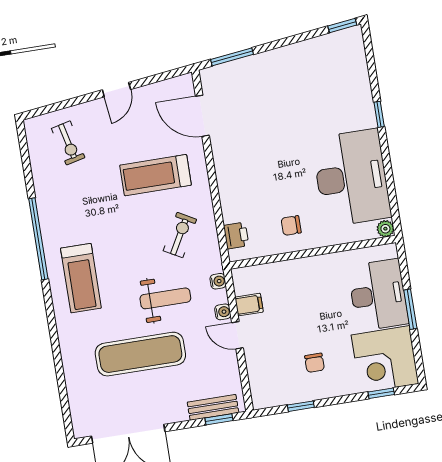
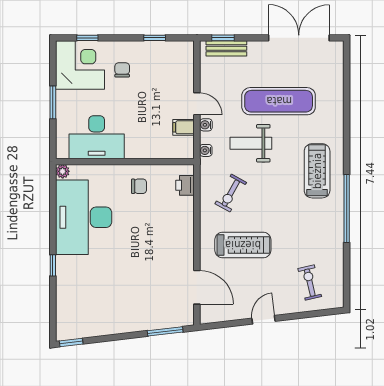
desk: (378, 295) -> (97, 137), moved, turned -90
chair: (315, 363) -> (122, 70), moved

